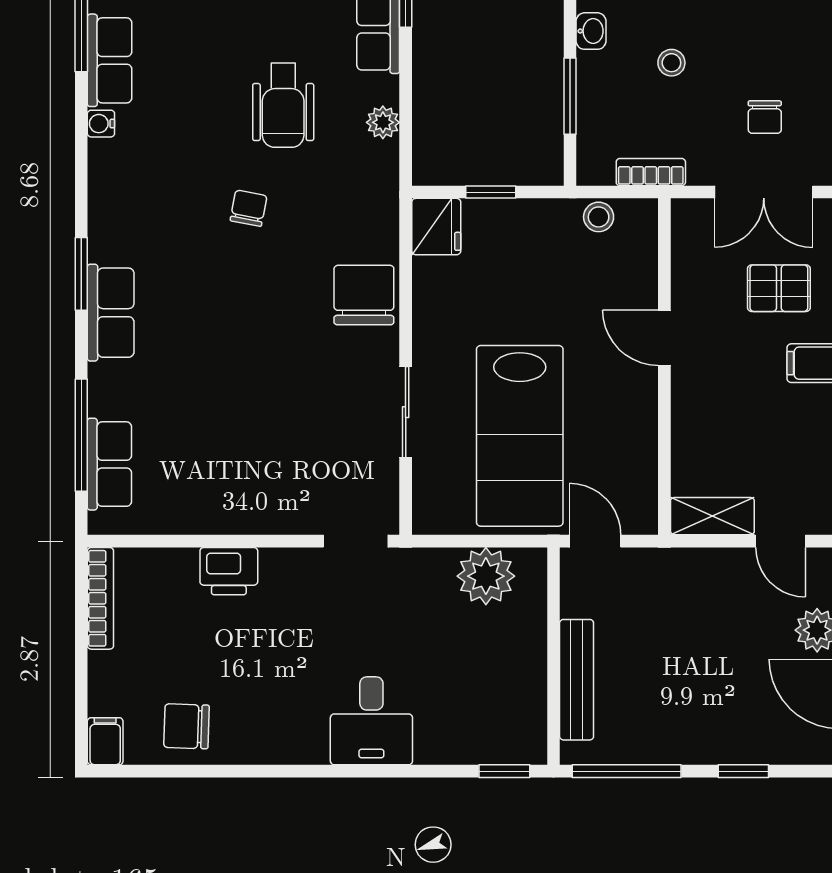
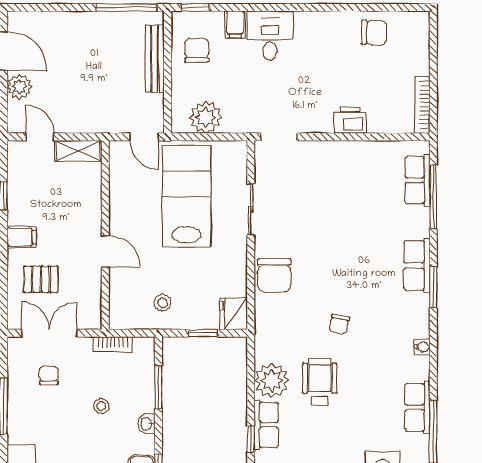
plant: (383, 122) -> (272, 381), width x1.87, depth x1.87
water cooler: (101, 124) -> (422, 347), moved
stool: (599, 217) -> (163, 303), moved
chair: (502, 695) -> (197, 50), added
filing cabinet: (105, 741) -> (235, 24), moved
window: (743, 771) -> (61, 8), removed

